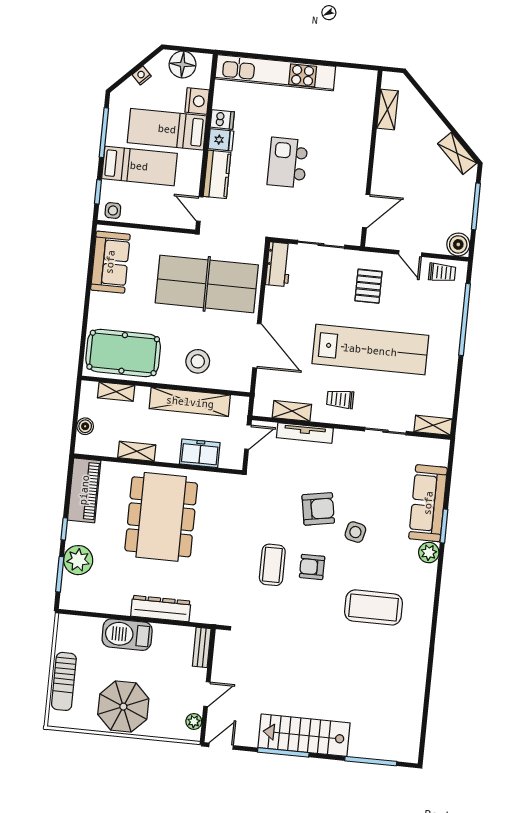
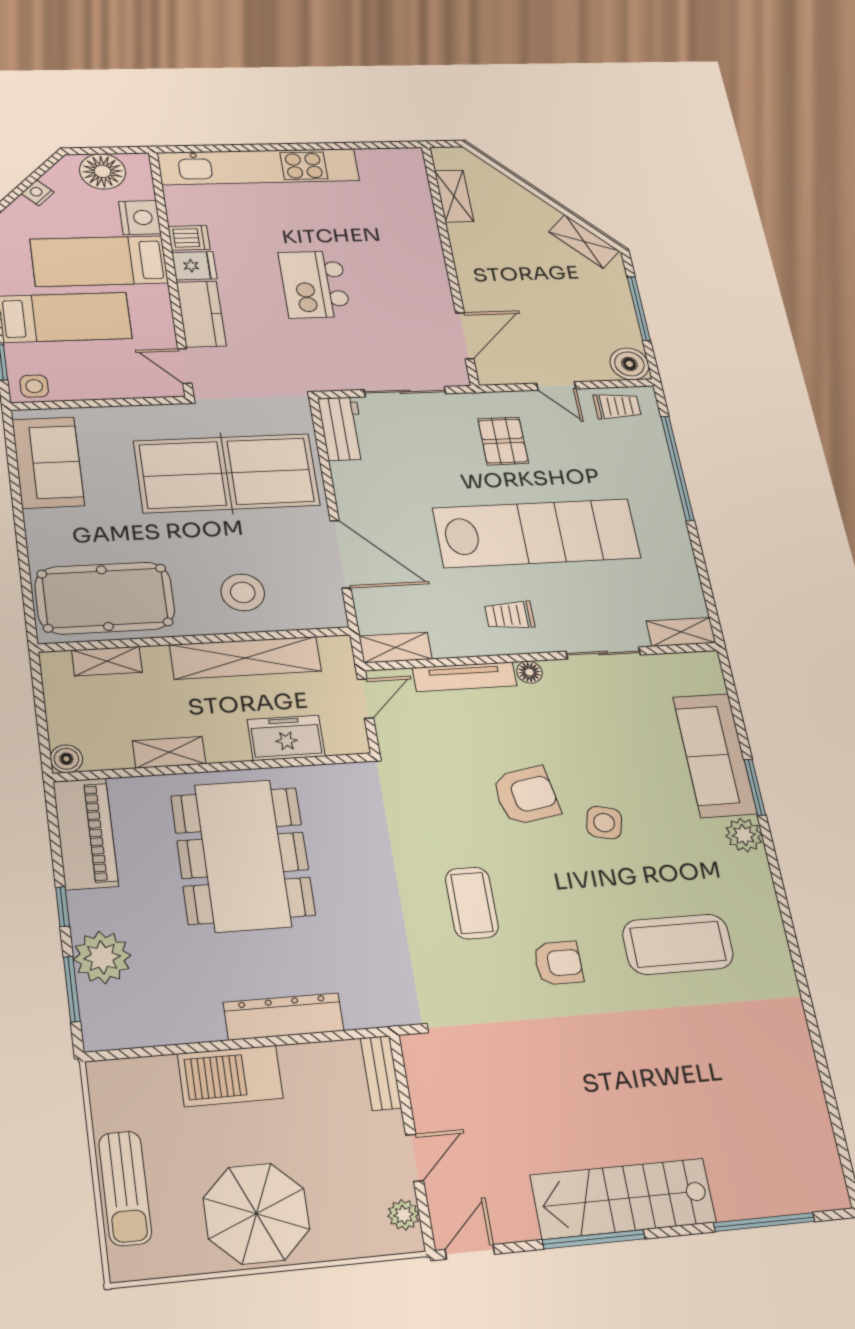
shelving: (292, 411) -> (396, 648), moved
boiler: (85, 426) -> (66, 759), moved
floor lamp: (341, 436) -> (529, 672), added
armchair: (312, 567) -> (558, 963), moved, turned 180

